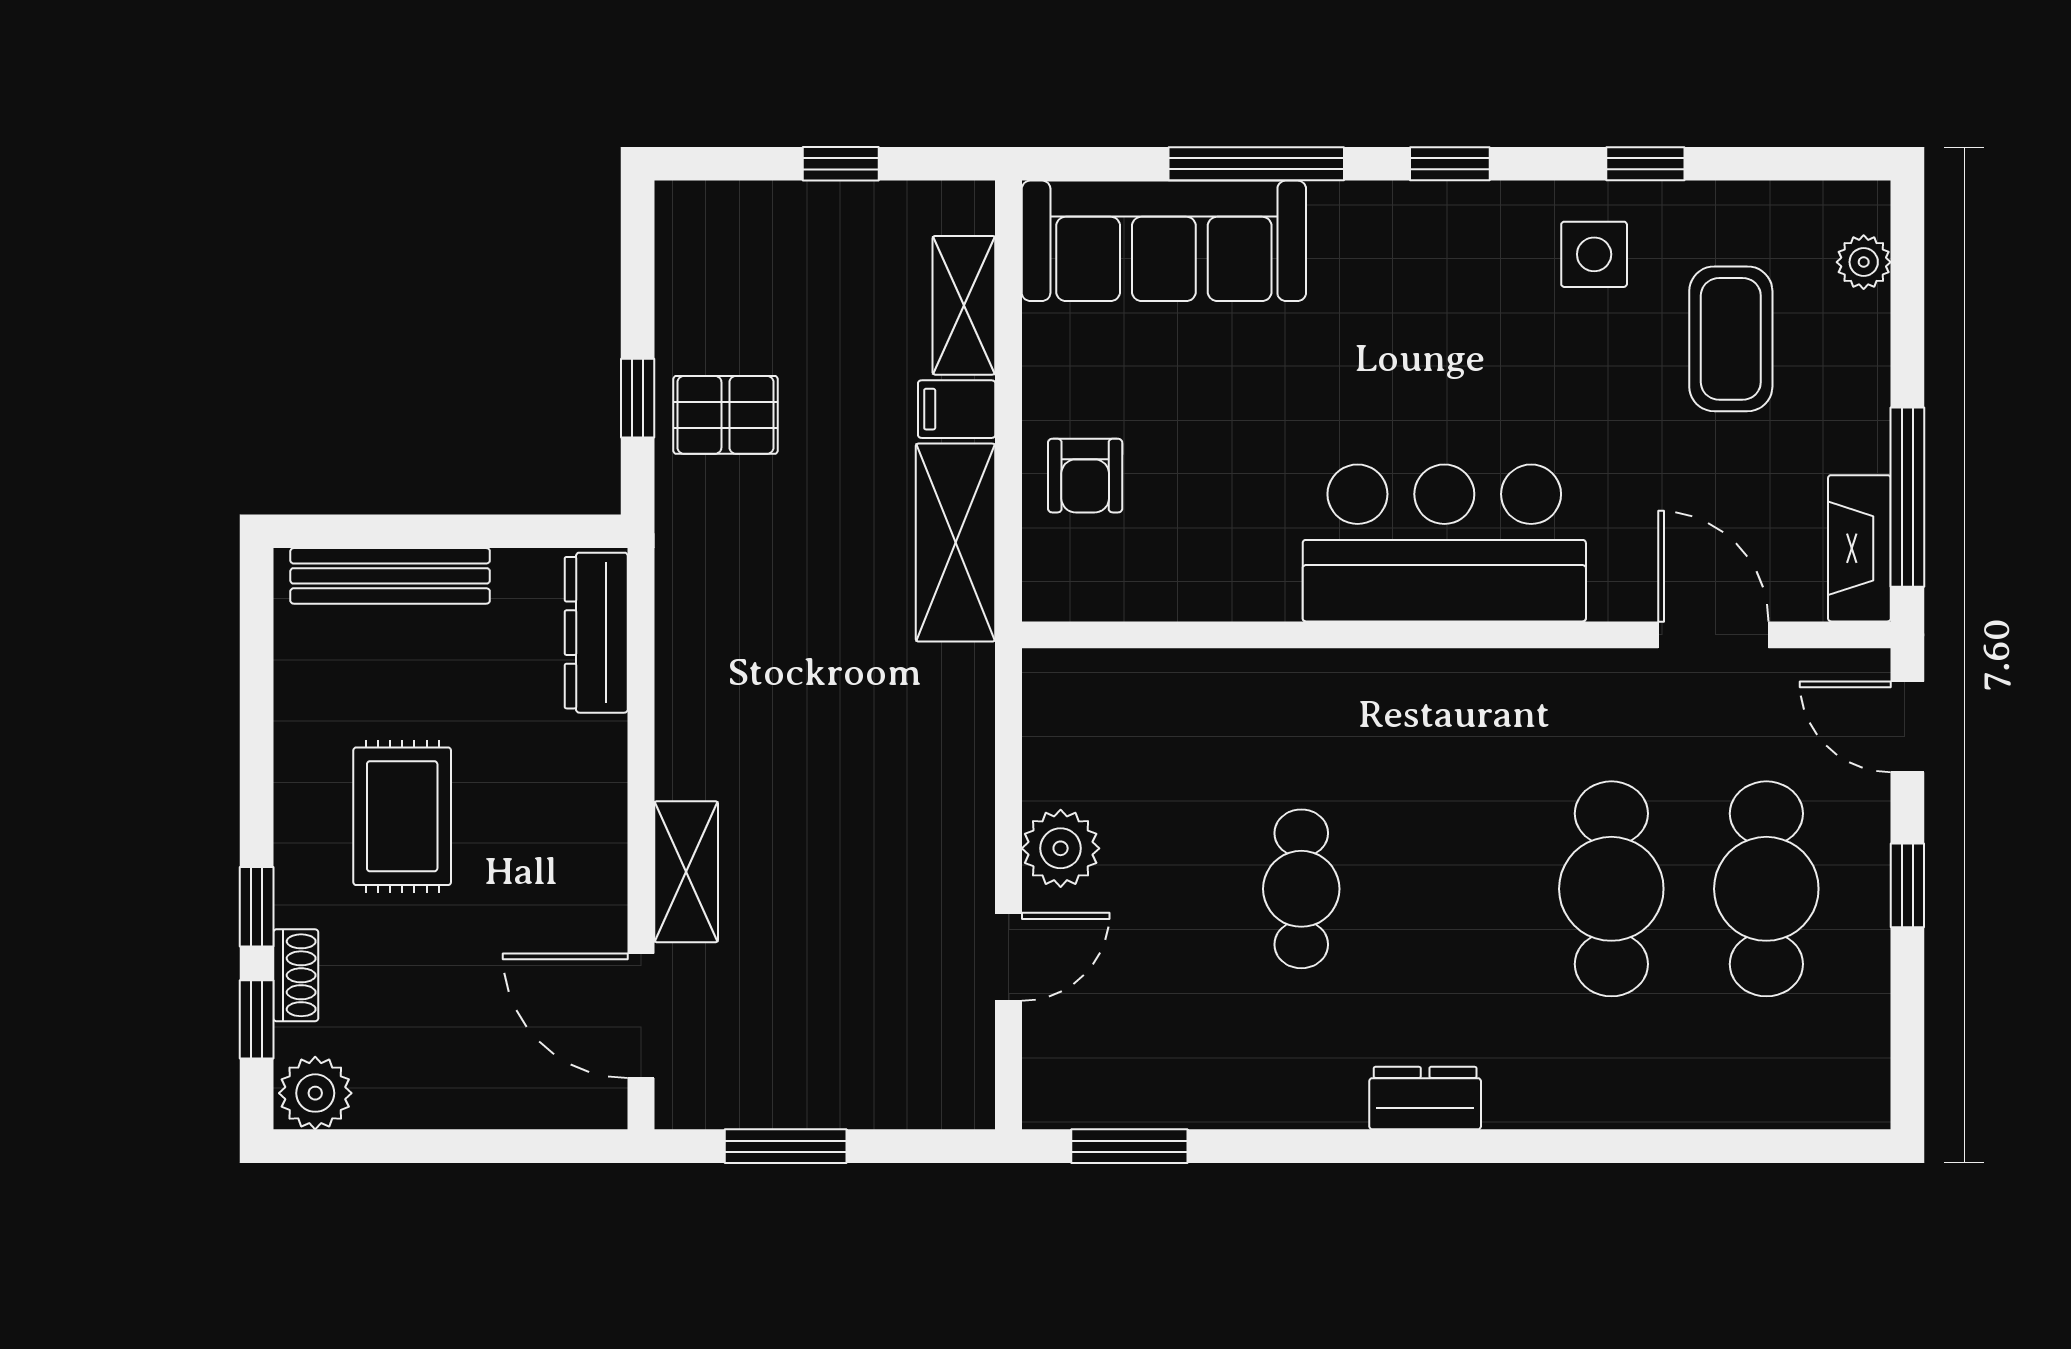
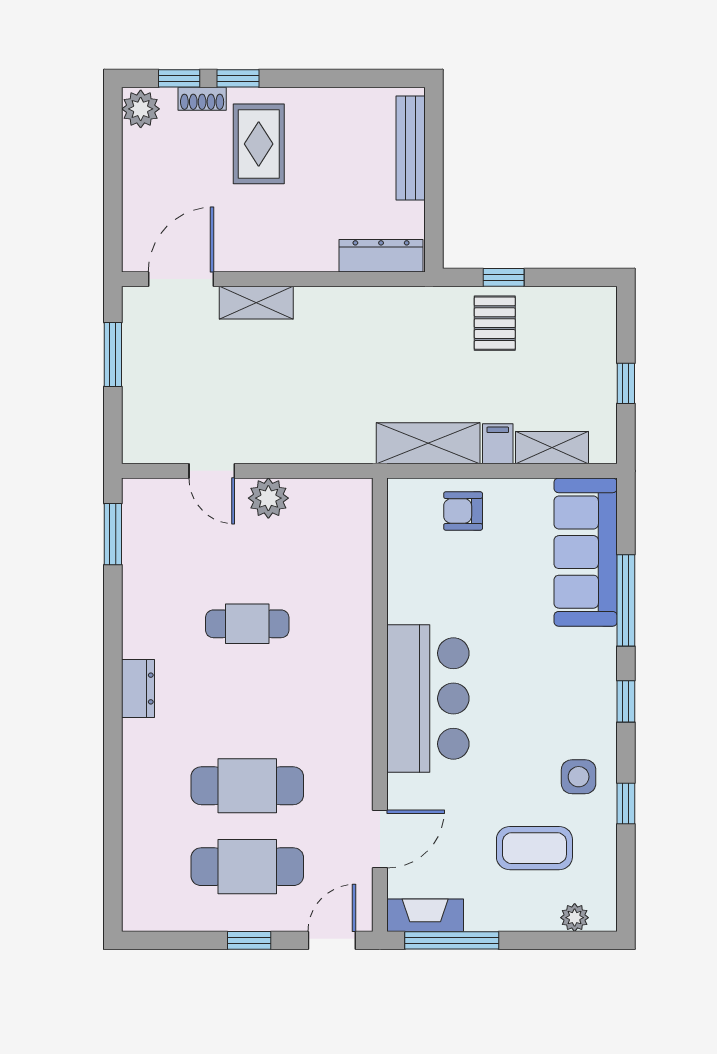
rug: (402, 816) -> (259, 144), moved, turned 90

